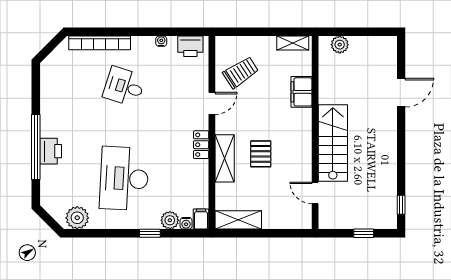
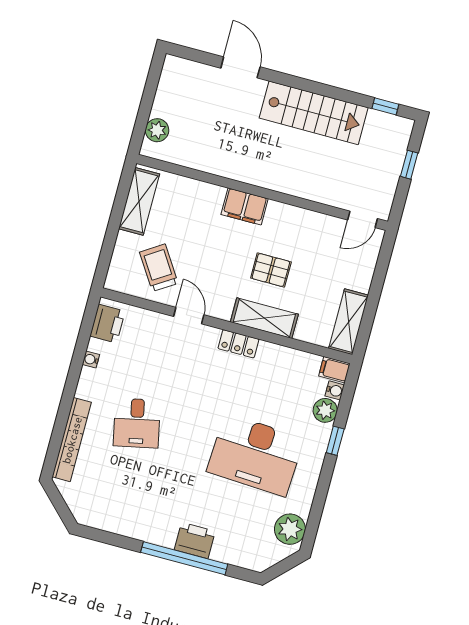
shelving: (293, 43) -> (139, 201), width x1.50, depth x1.33
desk: (124, 87) -> (137, 423), turned -30
filing cabinet: (301, 92) -> (245, 207), moved
stairs: (333, 143) -> (314, 113), moved, turned 180
door: (315, 193) -> (362, 219), moved

